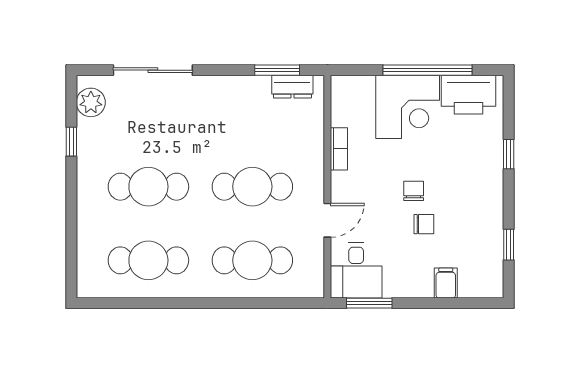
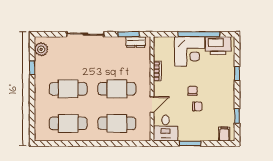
sliding door: (153, 70) -> (85, 34), moved
filing cabinet: (446, 283) -> (224, 134), moved
window: (369, 303) -> (190, 143), moved

